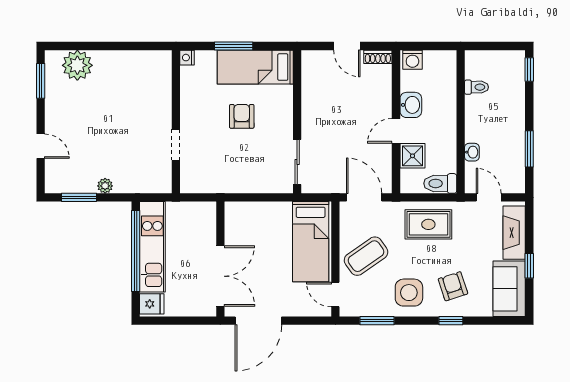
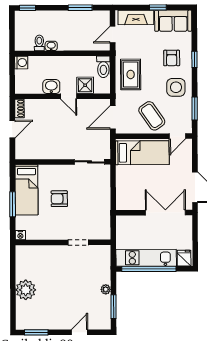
washing machine: (412, 60) -> (21, 63), moved
plant: (77, 65) -> (26, 290), moved
washbasin: (472, 152) -> (51, 46), moved
armchair: (453, 286) -> (172, 58), turned -72

